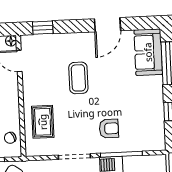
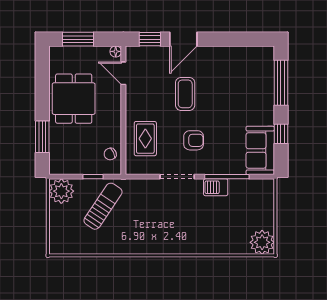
door: (108, 25) -> (183, 39), moved
sofa: (148, 52) -> (260, 150), moved
armchair: (109, 129) -> (194, 140), moved

